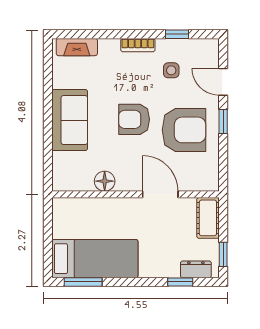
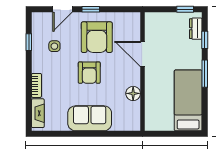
bookcase: (138, 45) -> (36, 85), moved
armchair: (184, 130) -> (97, 37), turned 180
door: (160, 194) -> (142, 54), hinge flipped
cot: (208, 218) -> (159, 20), removed
window: (83, 282) -> (205, 74), moved

